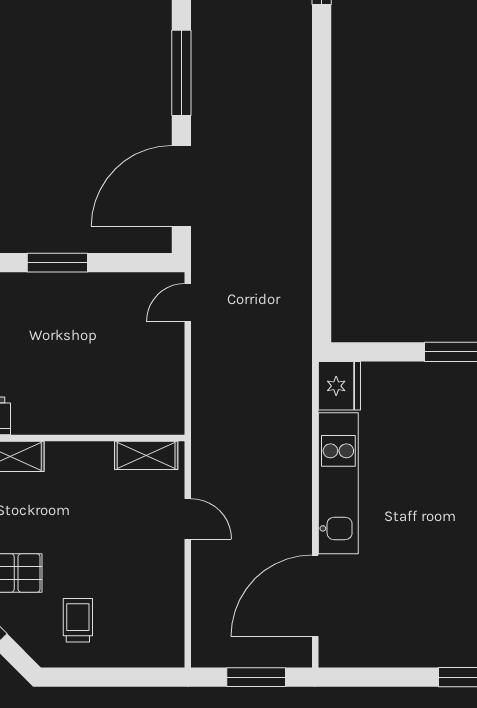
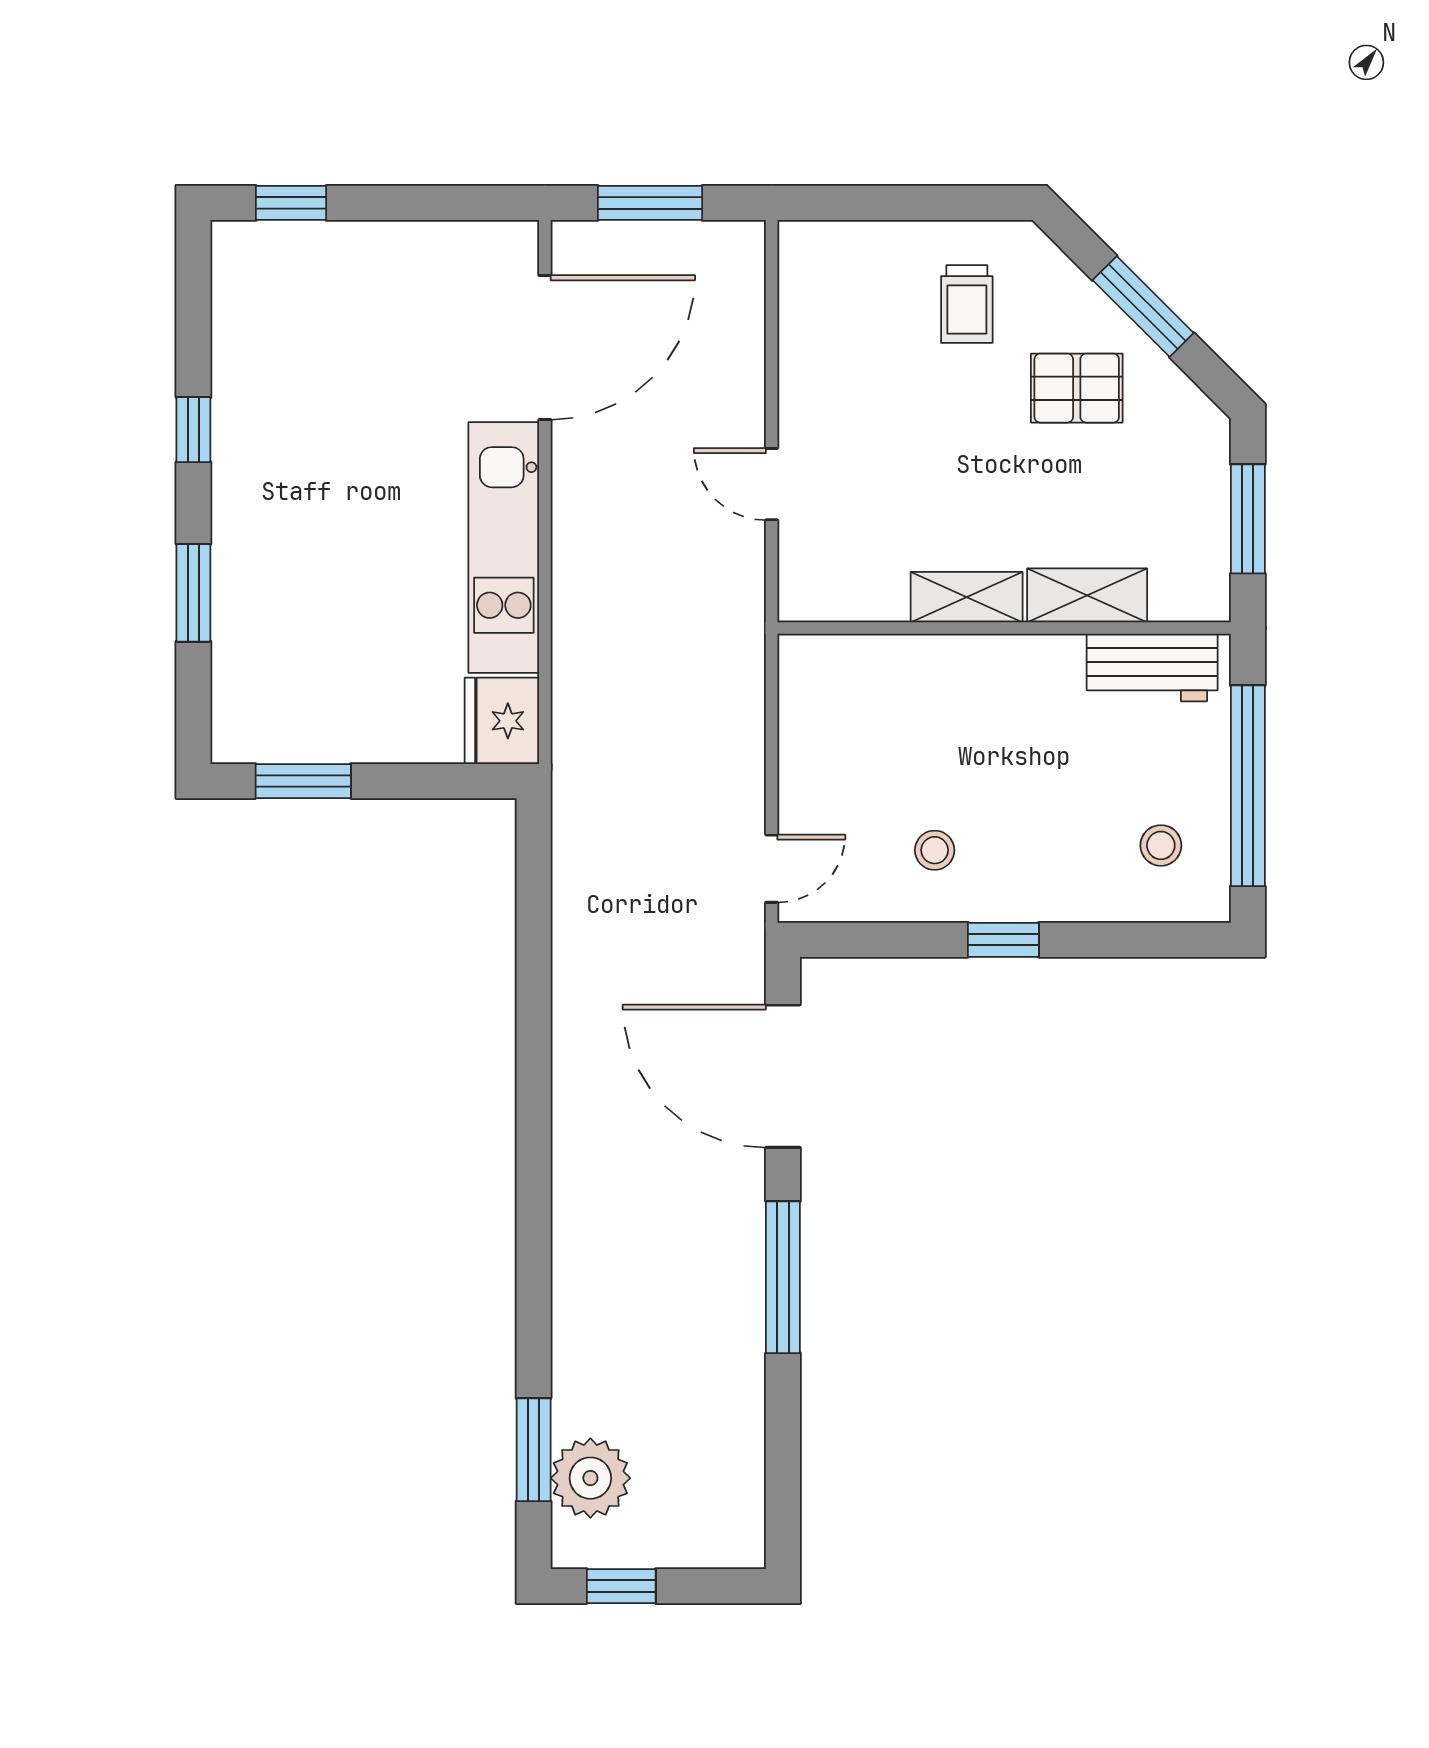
door: (181, 186) -> (783, 1076), swing flipped
window: (57, 263) -> (1003, 940), width x0.67
stool: (96, 313) -> (935, 850), added
shelving: (146, 455) -> (967, 597), moved

